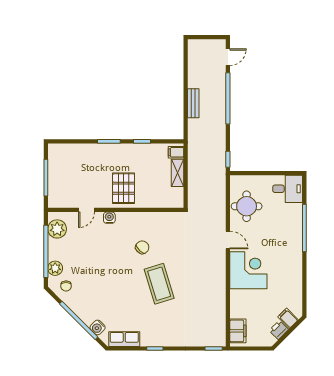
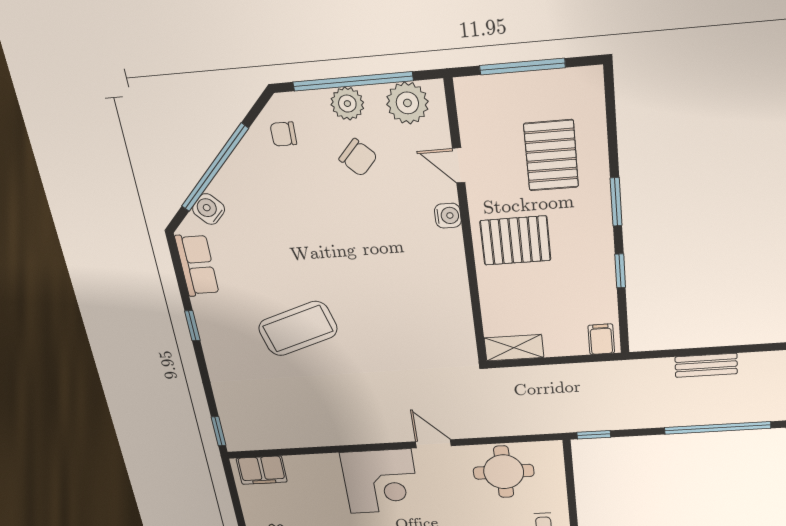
pallet: (85, 169) -> (551, 155), added
shelving: (178, 173) -> (514, 348), moved
door: (228, 240) -> (433, 444), swing flipped
chair: (142, 247) -> (358, 158), moved
plant: (55, 268) -> (347, 104), moved
coffee table: (159, 284) -> (298, 329), moved

